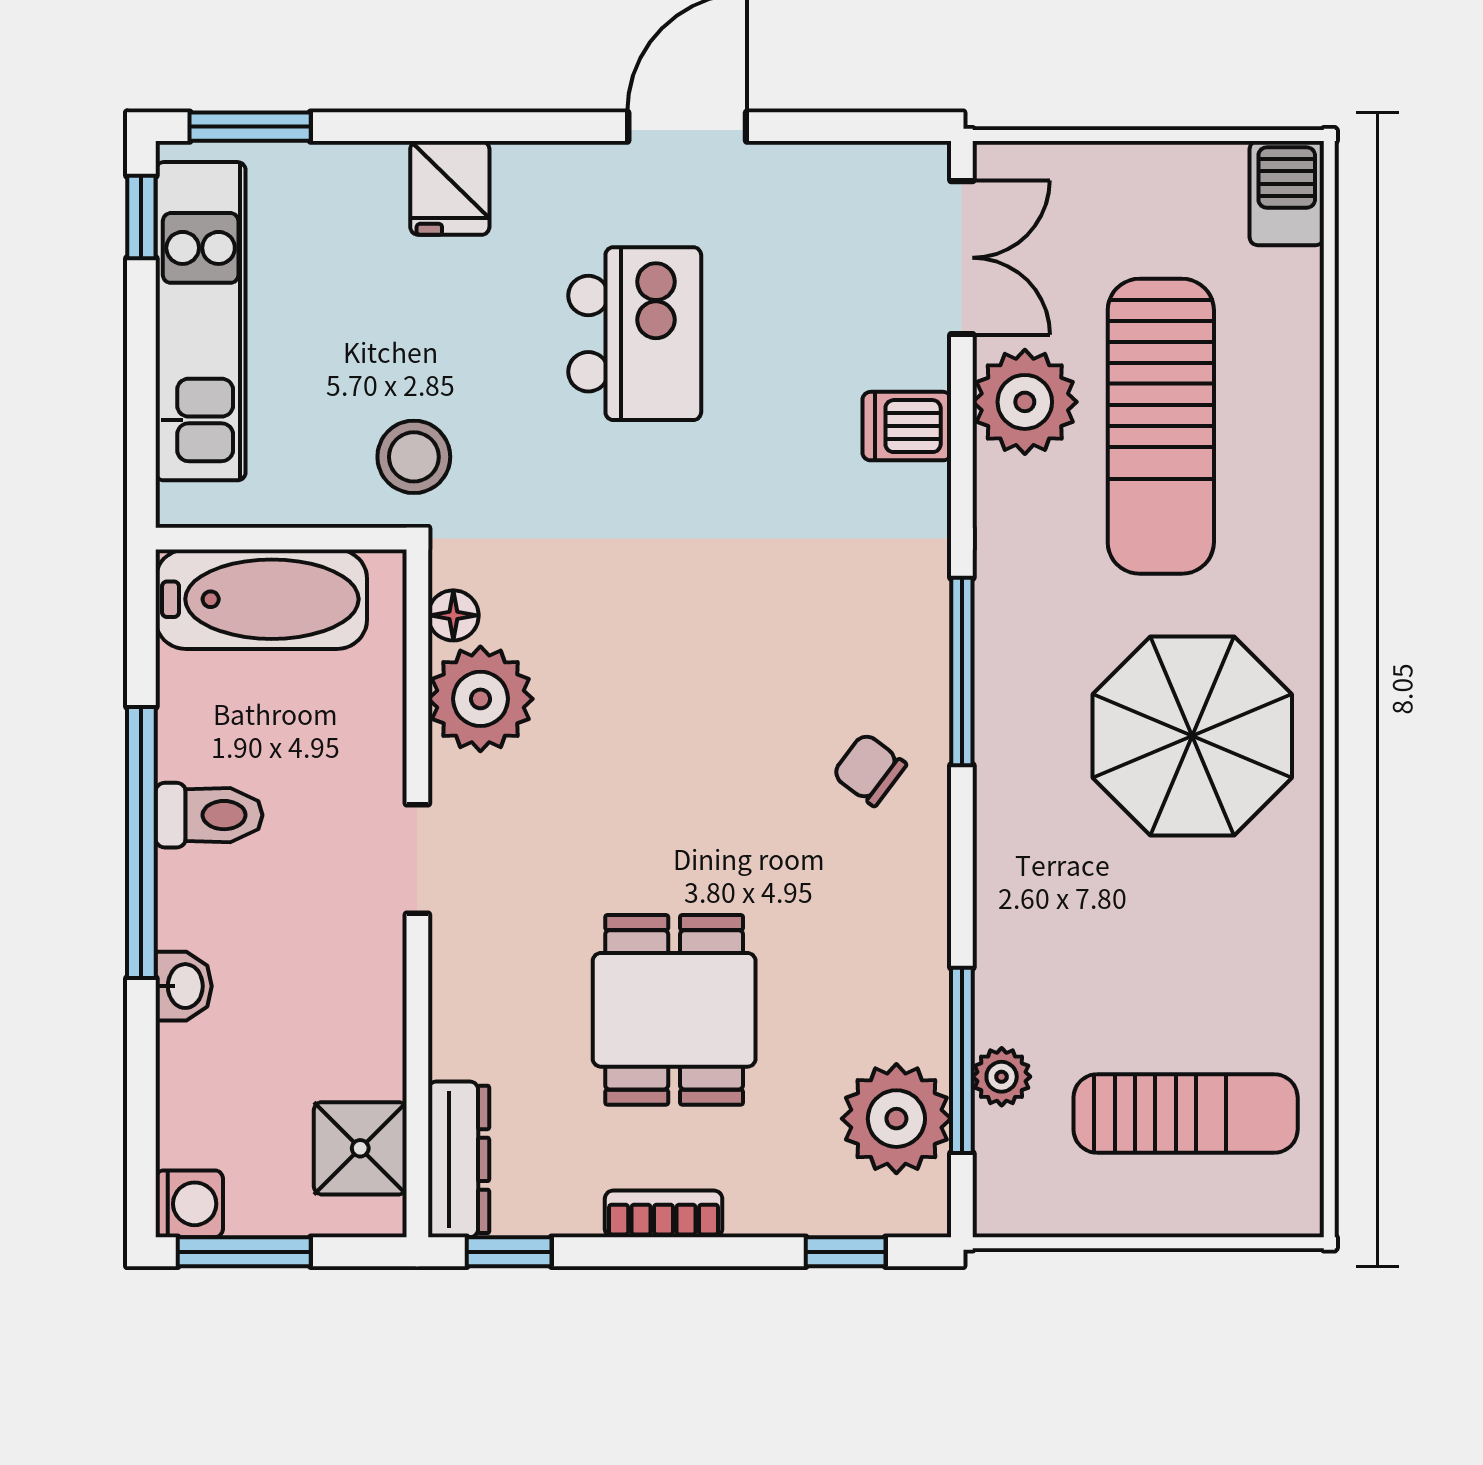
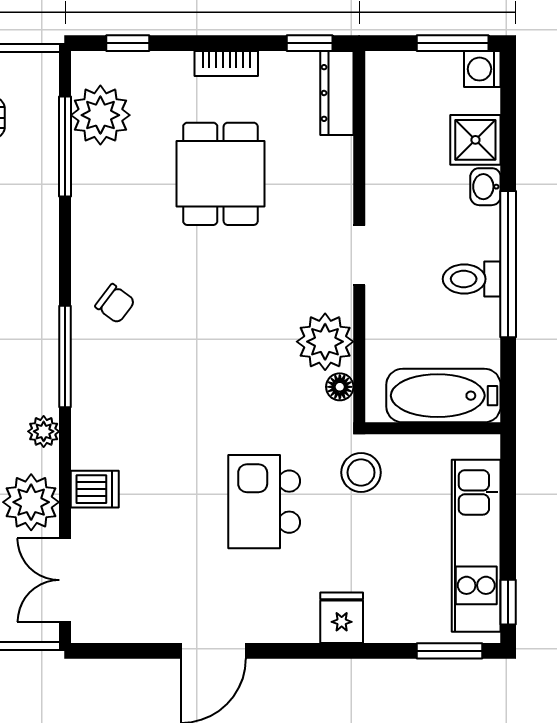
kitchen island: (635, 334) -> (264, 502), moved
plant: (1002, 1077) -> (44, 431), moved
shower: (360, 1148) -> (475, 140), moved

